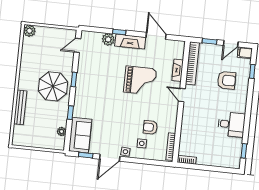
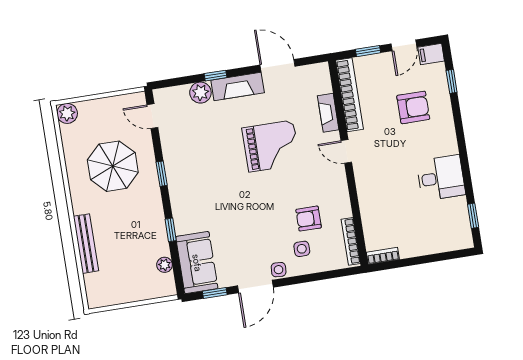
door: (77, 45) -> (152, 116), hinge flipped
parasol: (53, 86) -> (113, 166), moved

